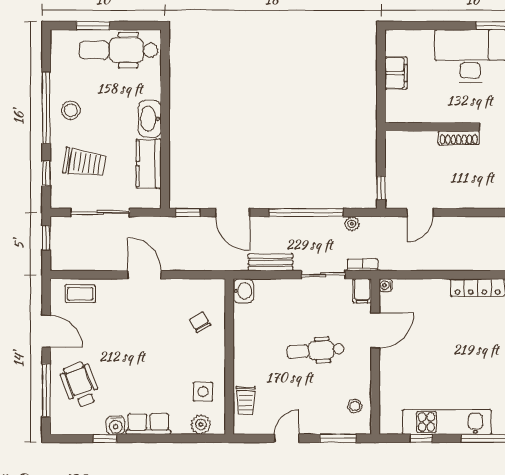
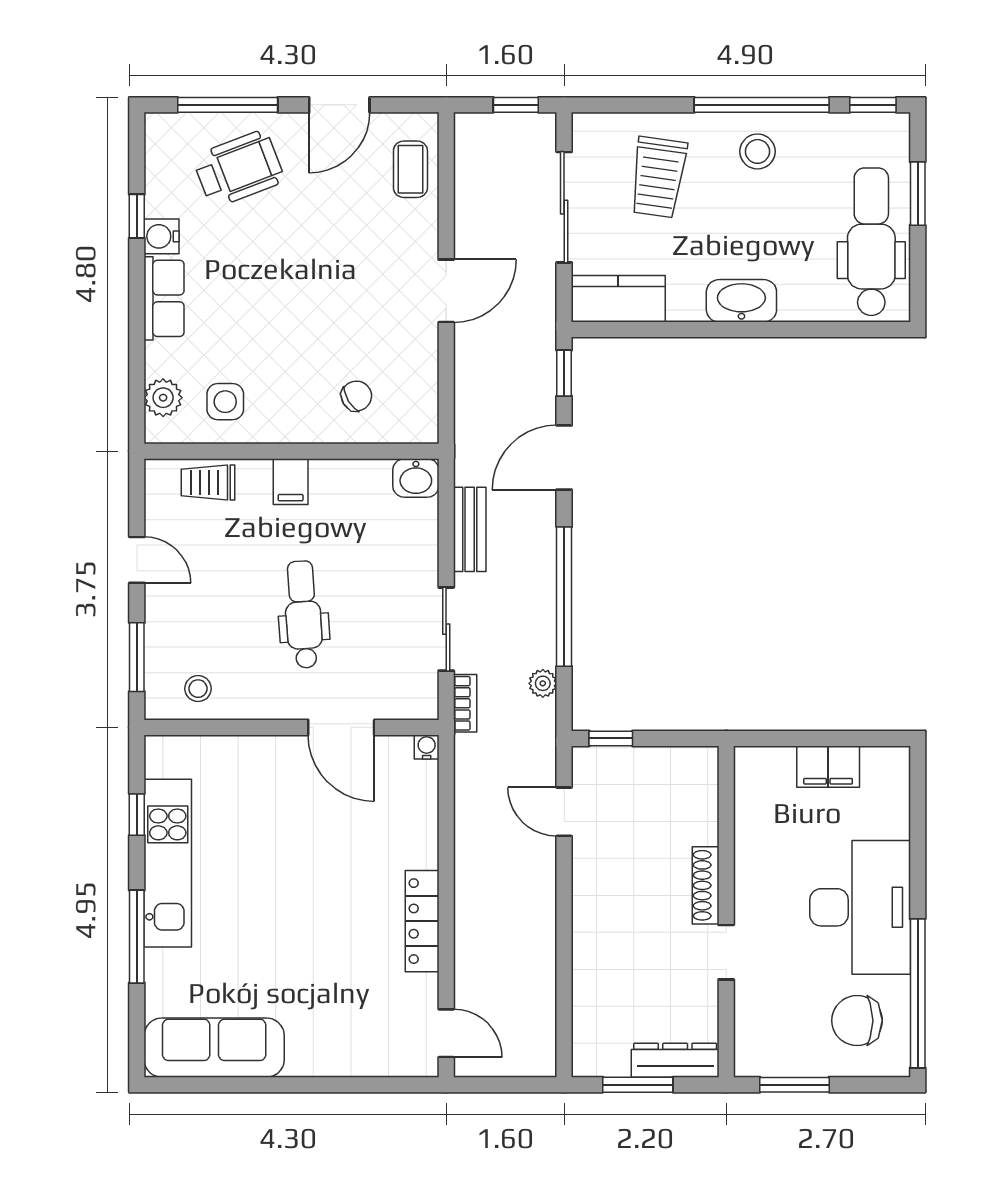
kitchen counter: (149, 164) -> (618, 299), moved
window: (46, 173) -> (873, 105), moved
filing cabinet: (362, 291) -> (291, 482), moved, turned -90

